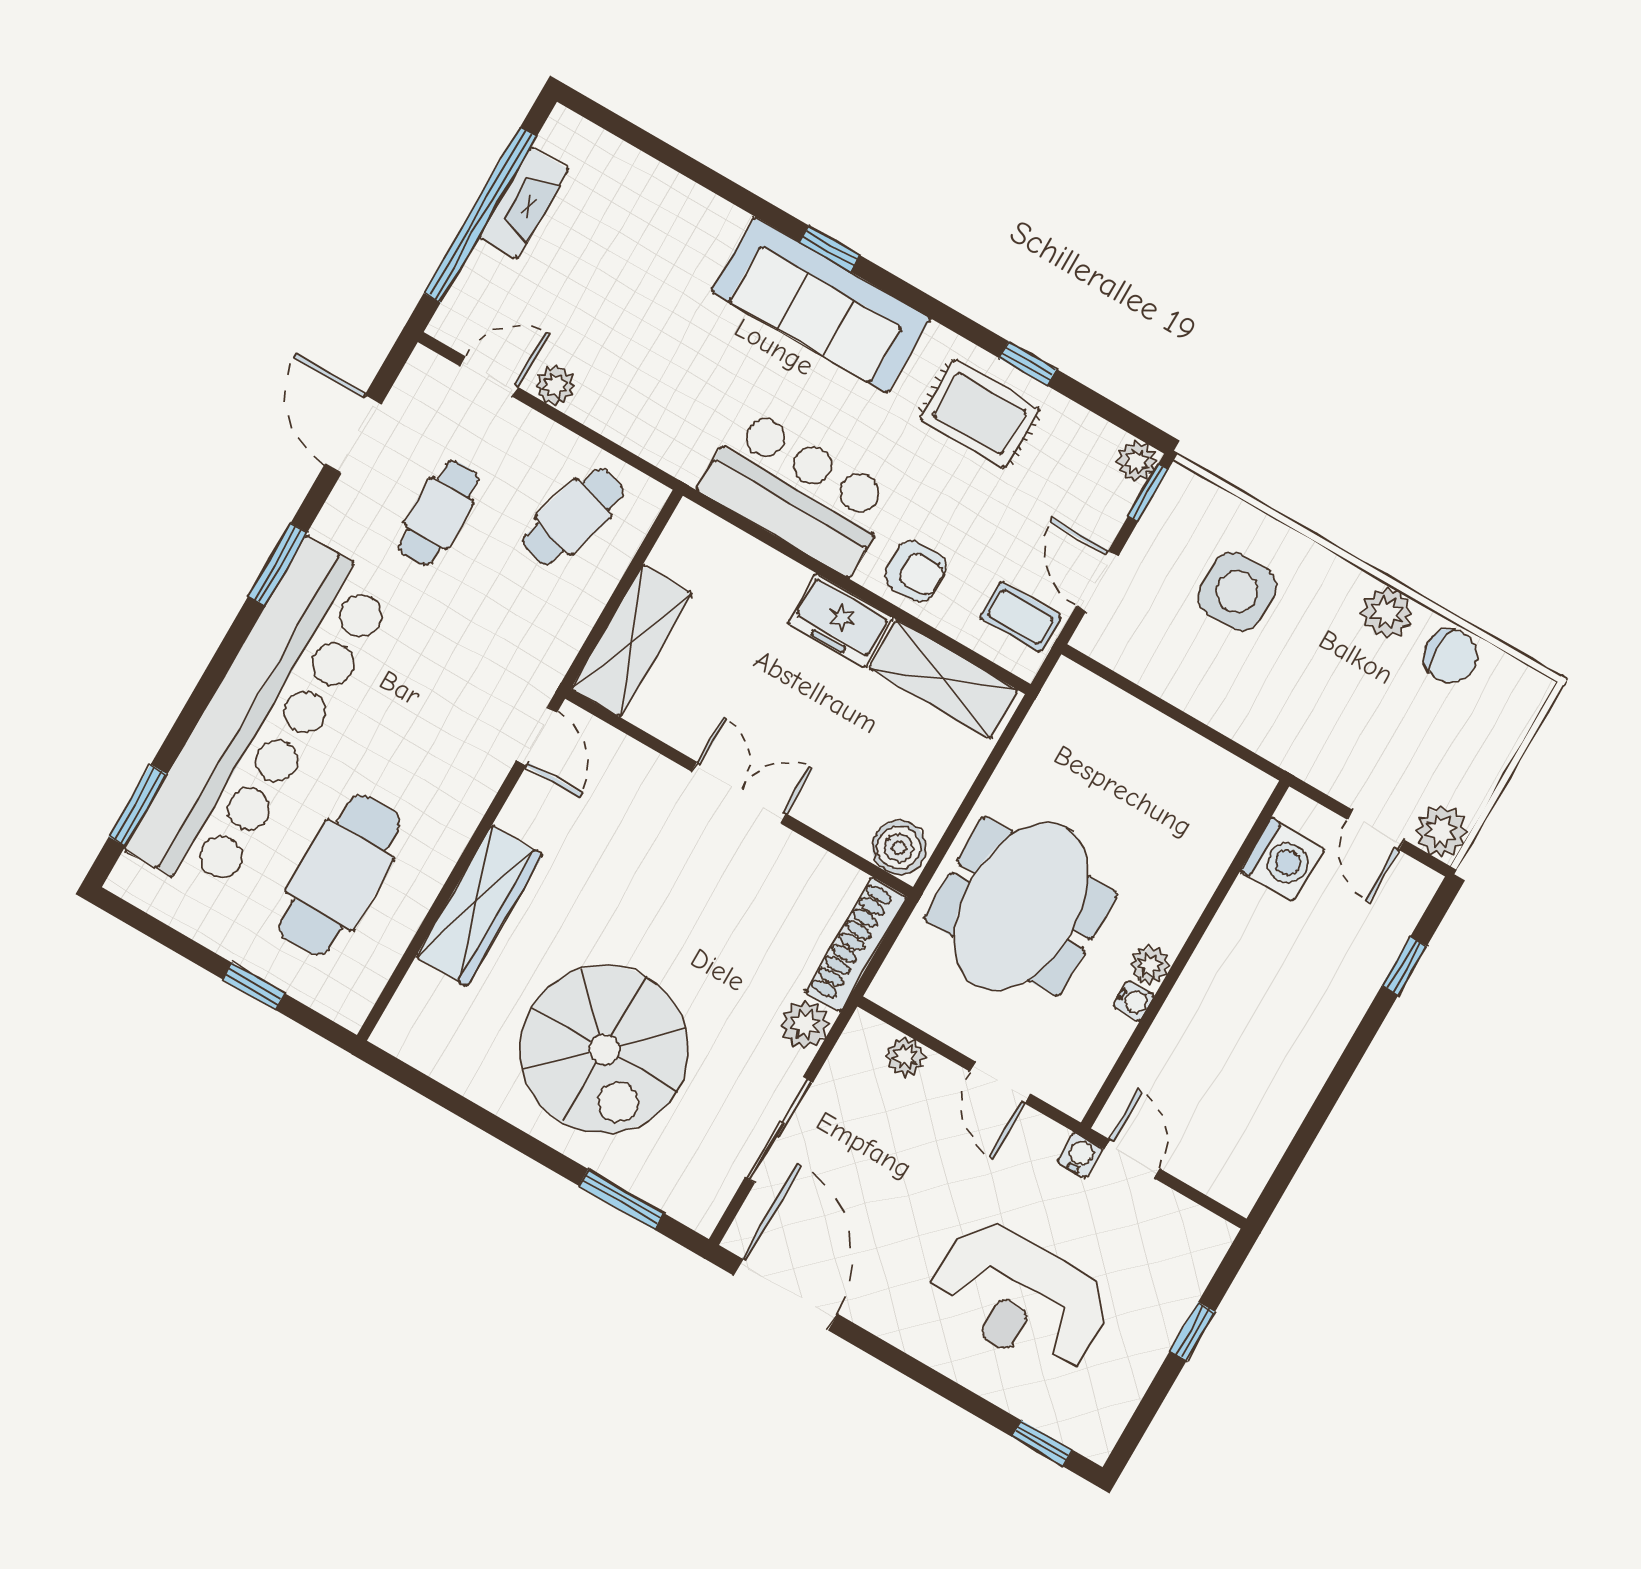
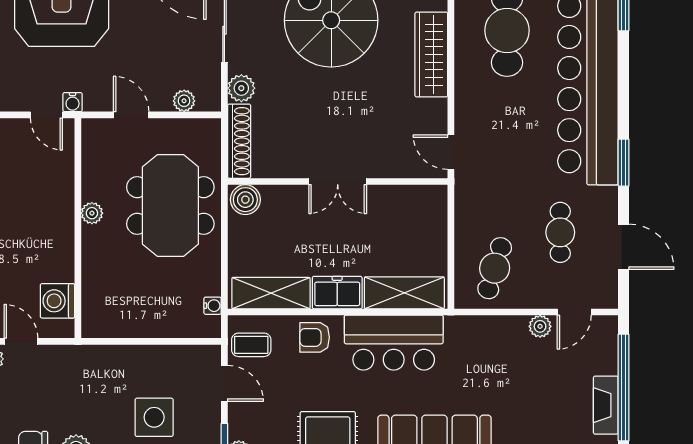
shelving: (632, 641) -> (404, 293), moved, turned 90
water cooler: (1134, 1001) -> (213, 306), moved, turned 180

